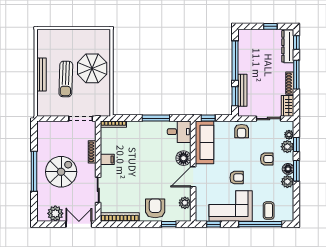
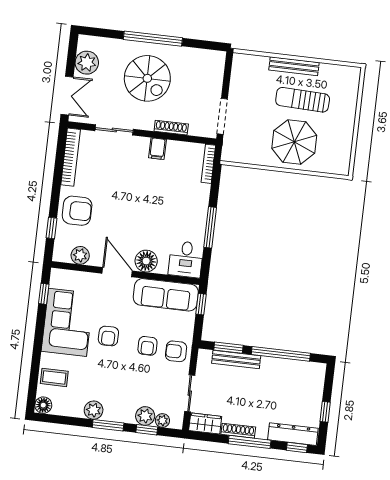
sun lounger: (66, 79) -> (303, 100), moved
armchair: (267, 159) -> (147, 346), moved
floor lamp: (288, 169) -> (43, 405), moved
window: (260, 224) -> (36, 363), removed

